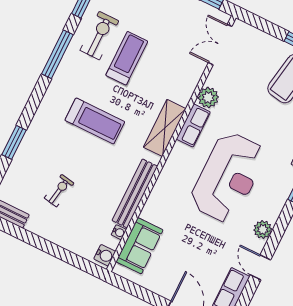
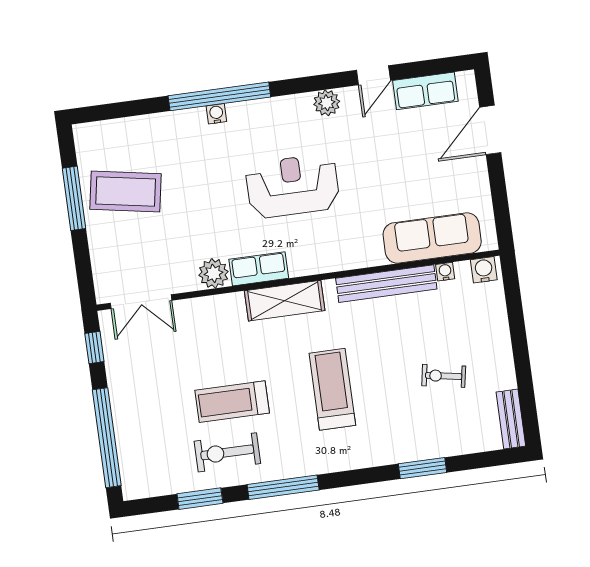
reception desk: (228, 177) -> (293, 186), width x0.74, depth x0.77
sofa: (139, 246) -> (432, 238), width x1.36

